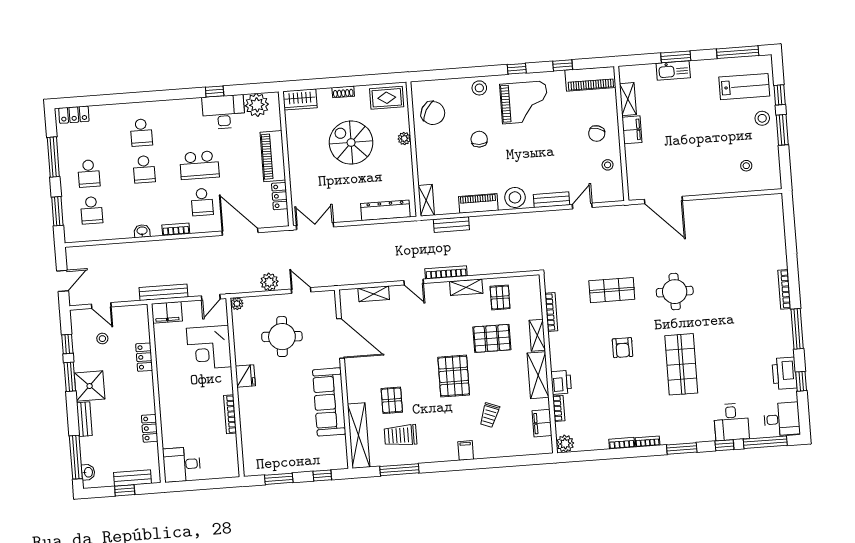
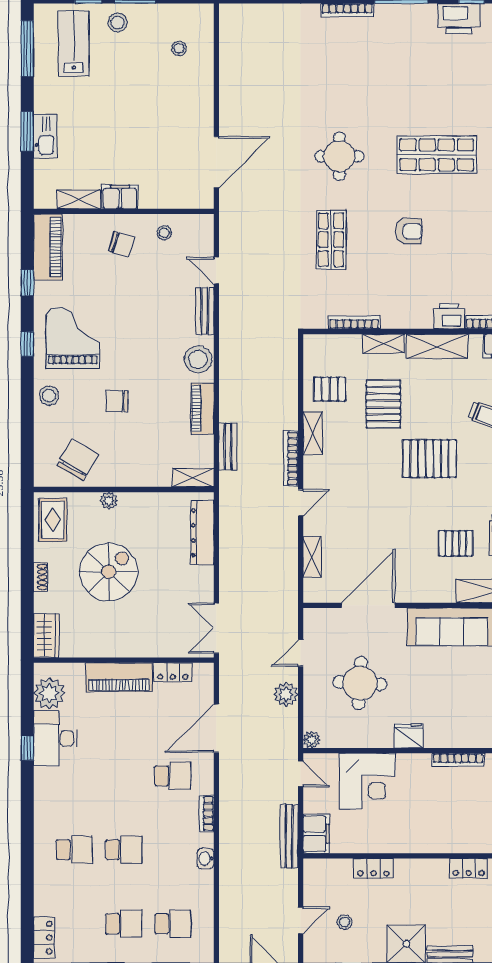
spiral stairs: (351, 142) -> (109, 572), turned 180
school desk: (199, 165) -> (124, 776), removed

